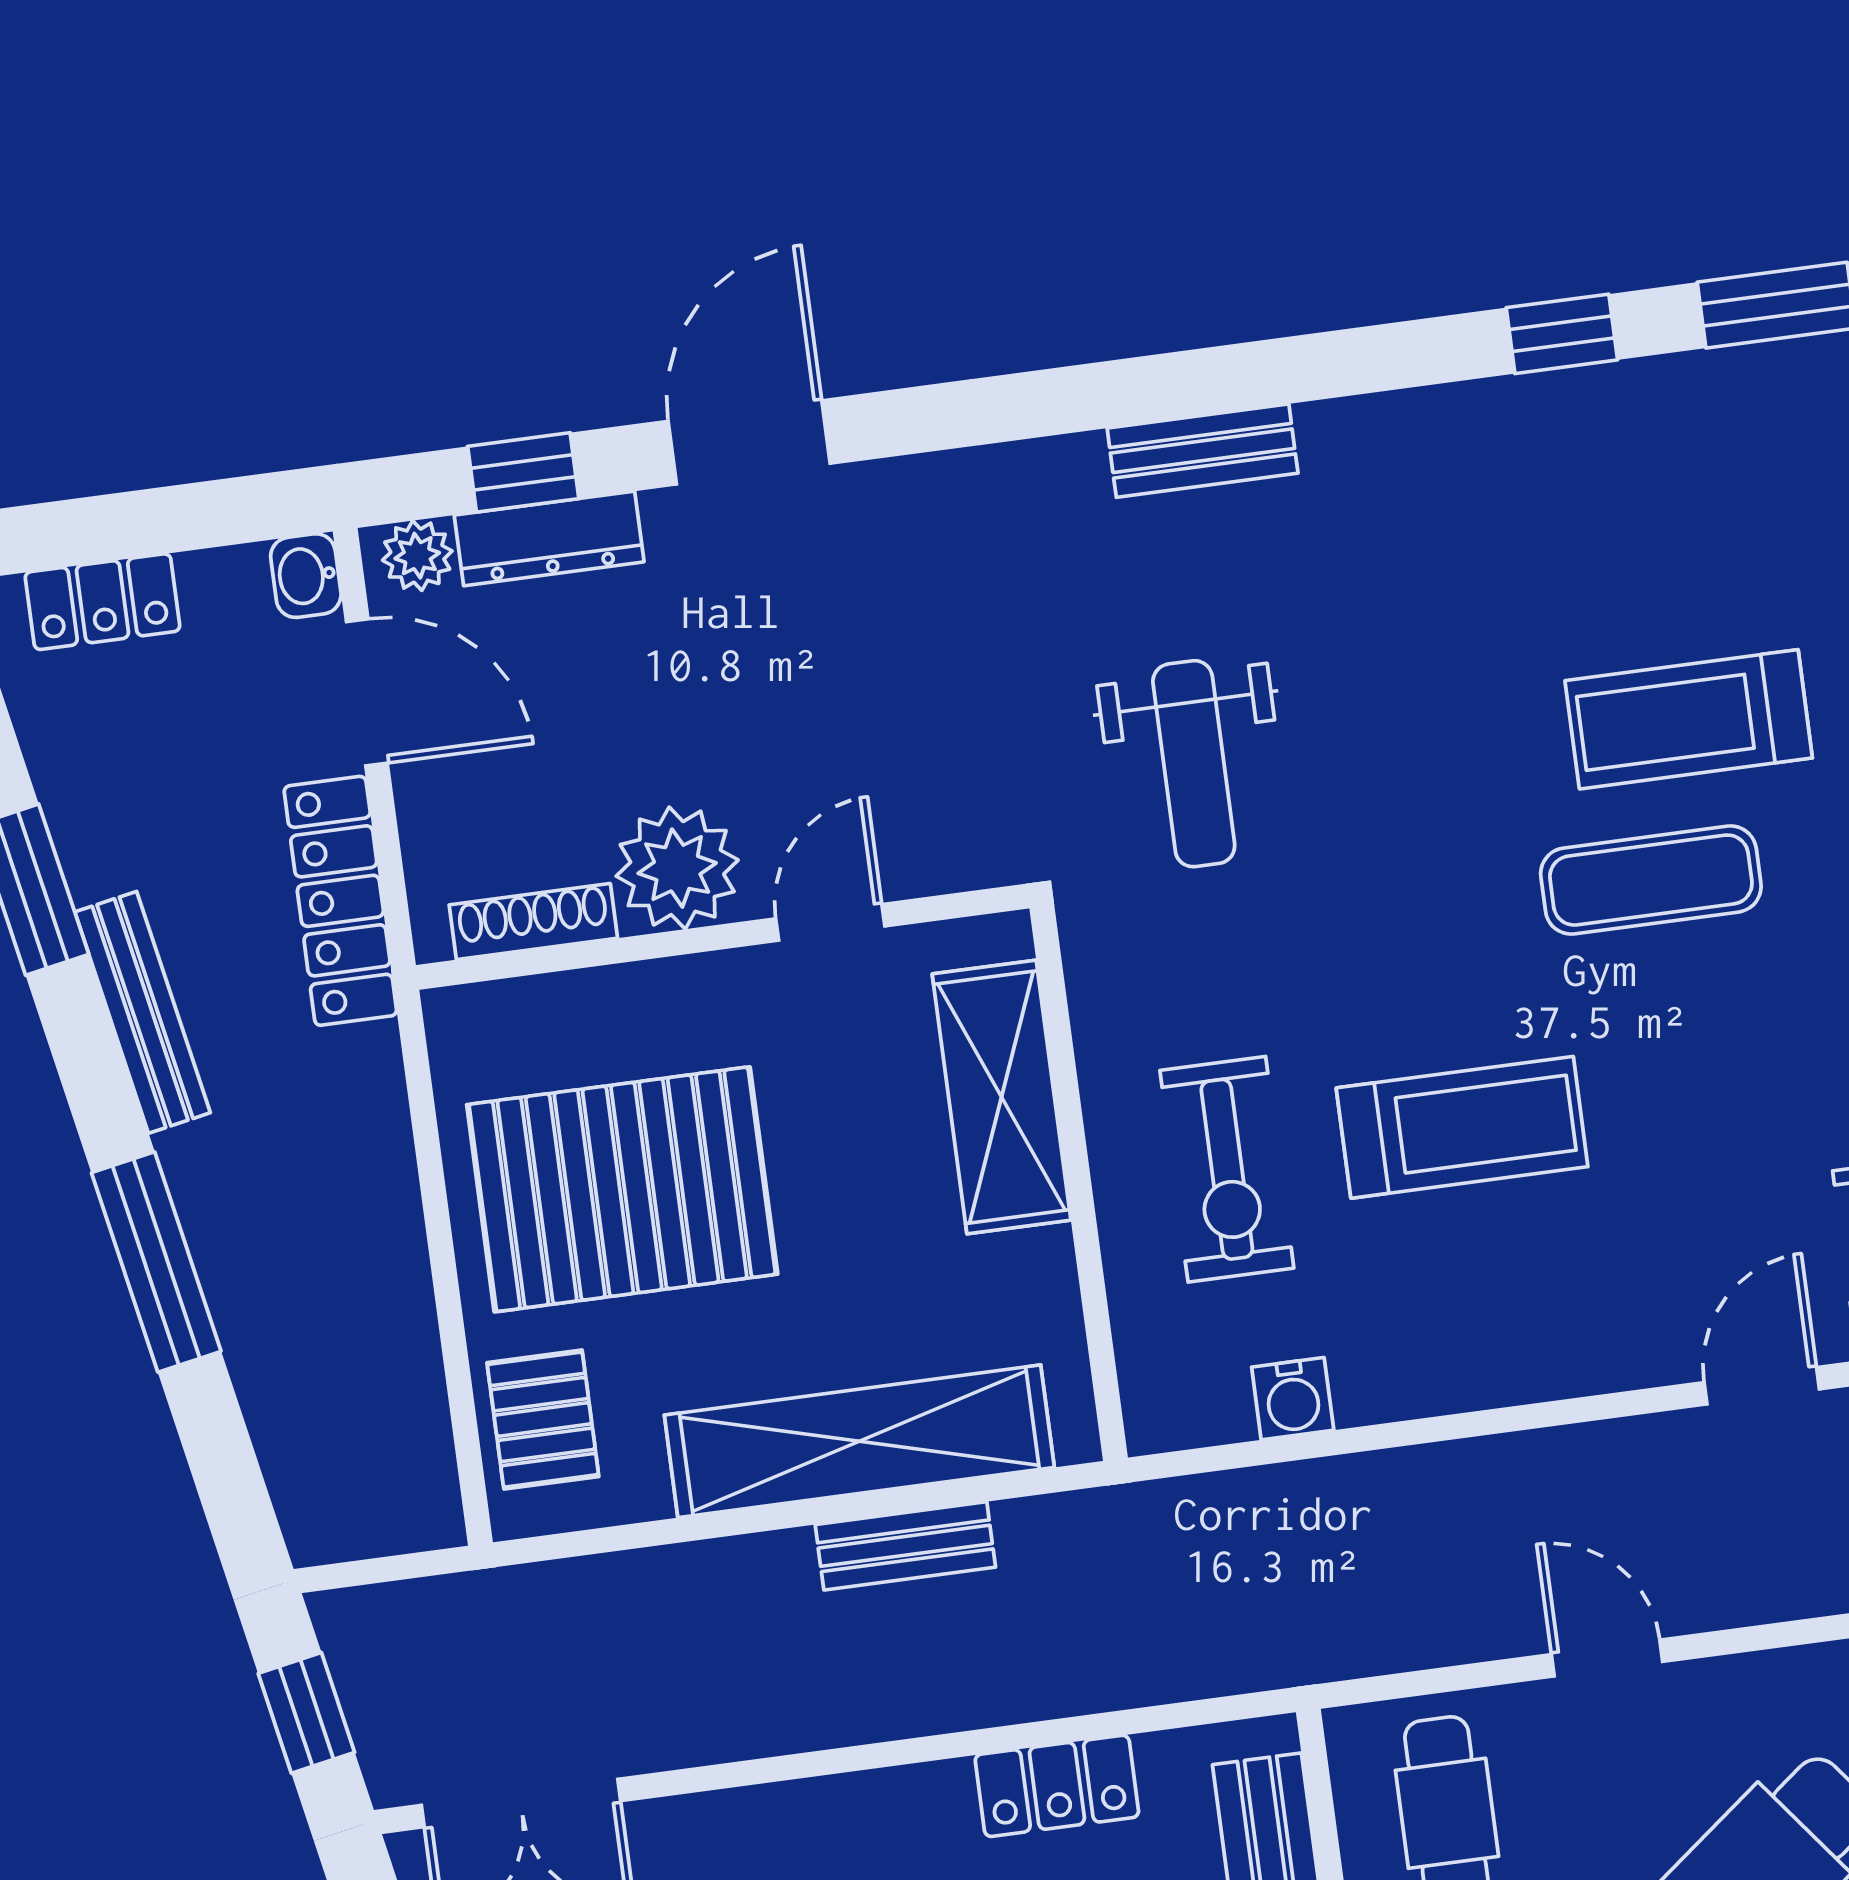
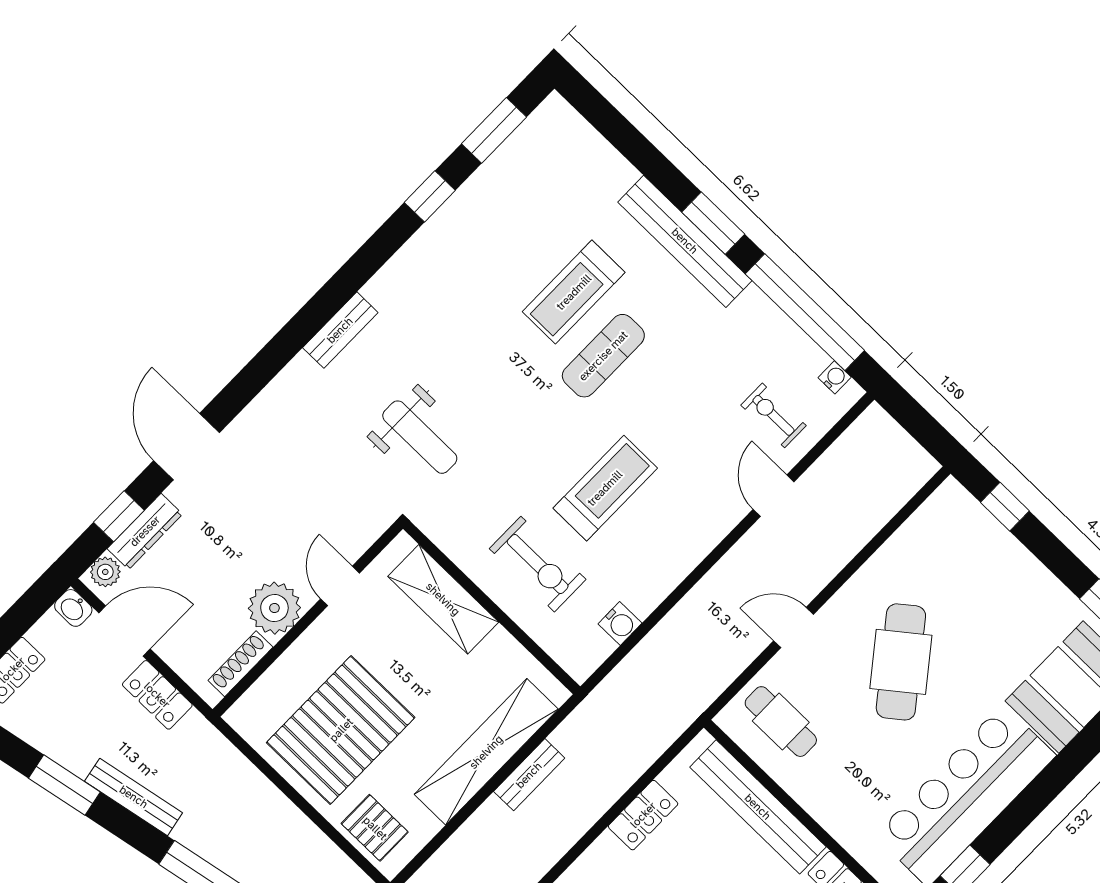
locker: (340, 901) -> (157, 695), width x0.66

